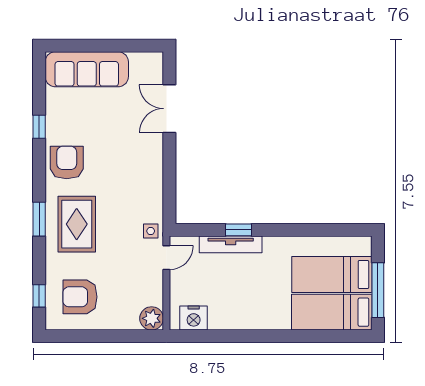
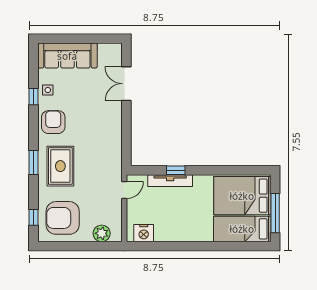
side table: (151, 231) -> (48, 90), moved
bed: (332, 274) -> (242, 196), width x1.50
armchair: (80, 297) -> (63, 218), width x1.36, depth x1.36
plant: (152, 318) -> (102, 233), moved

